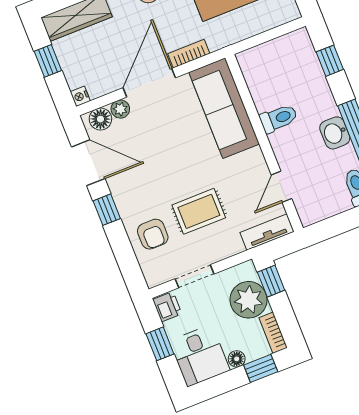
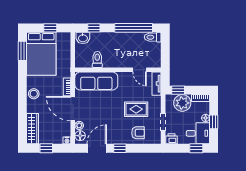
toilet: (279, 118) -> (97, 59), moved
washbasin: (335, 133) -> (83, 38), moved
rug: (199, 211) -> (136, 109), turned 90
window: (160, 344) -> (196, 148), moved
window: (261, 368) -> (214, 122), moved

